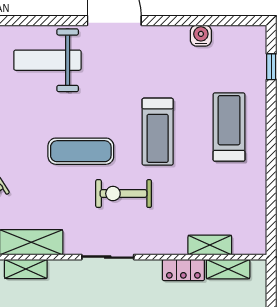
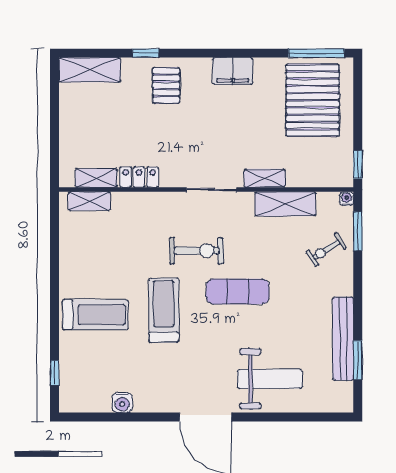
treadmill: (229, 127) -> (95, 315), turned -90
shelving: (210, 245) -> (89, 201), moved
shelving: (26, 269) -> (265, 178), moved

